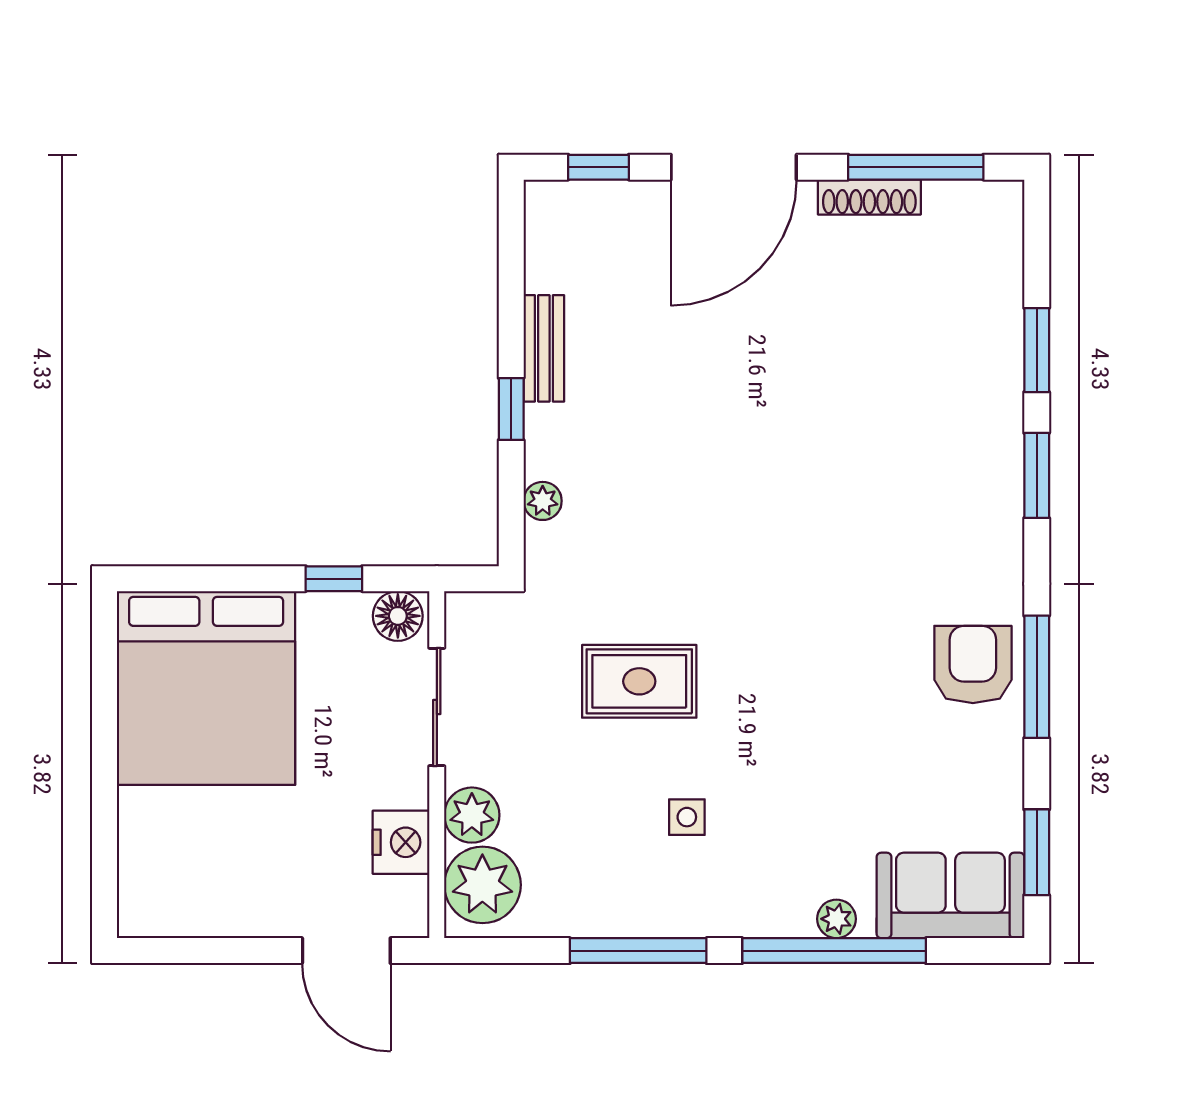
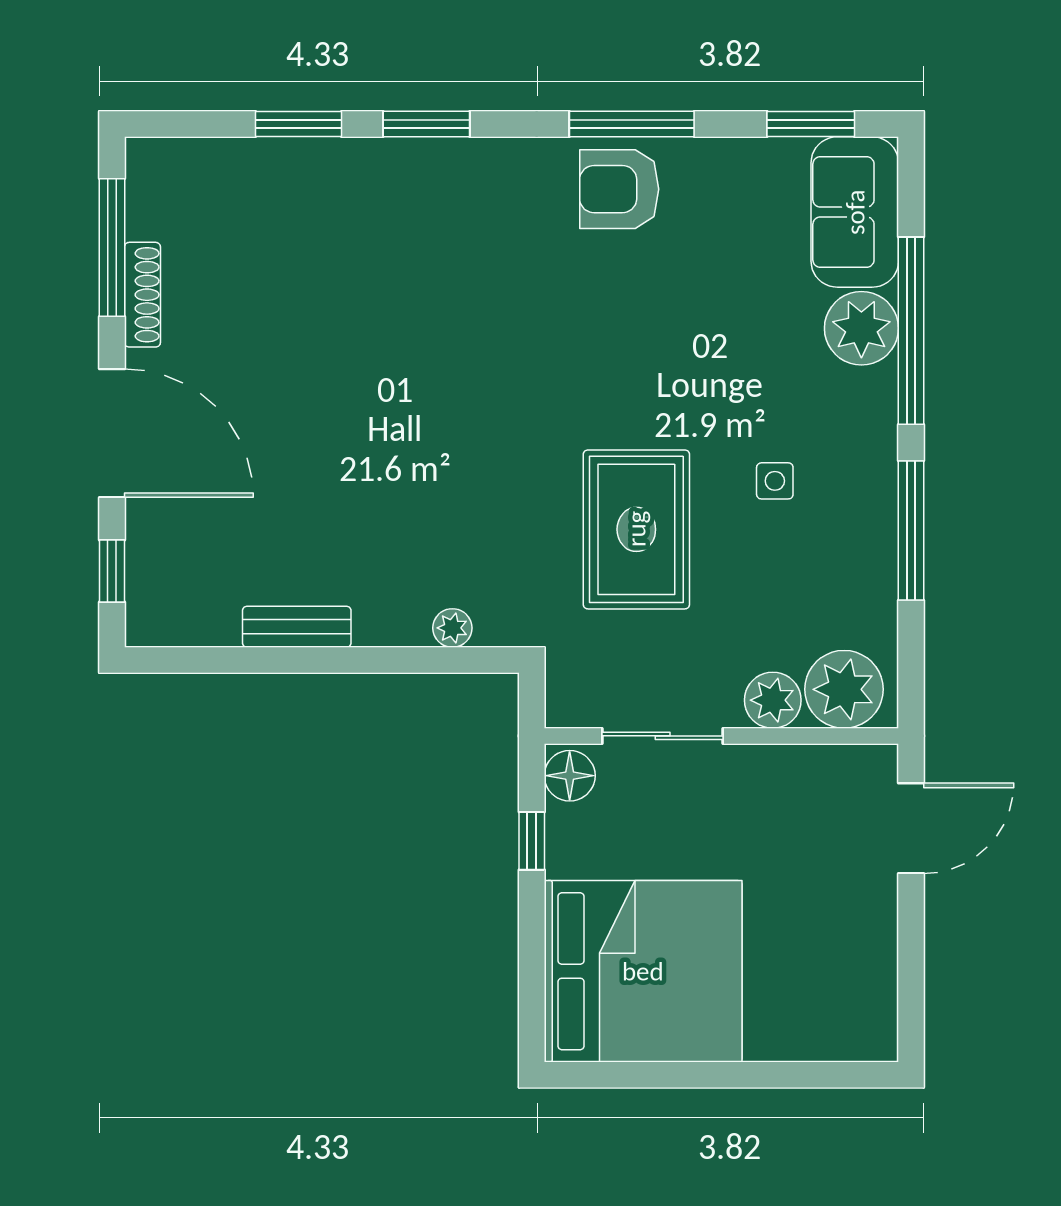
window: (511, 409) -> (359, 660), removed
rug: (639, 681) -> (636, 529), width x1.36, depth x1.43
nightstand: (401, 842) -> (801, 772), removed
plant: (836, 919) -> (861, 328), width x1.88, depth x1.88

